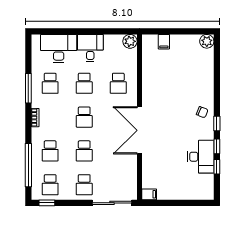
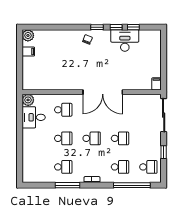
filing cabinet: (164, 42) -> (28, 52), moved
desk: (59, 48) -> (34, 160), removed
desk: (90, 48) -> (34, 117), moved
school desk: (84, 185) -> (148, 138), removed
window: (47, 203) -> (164, 152), moved

